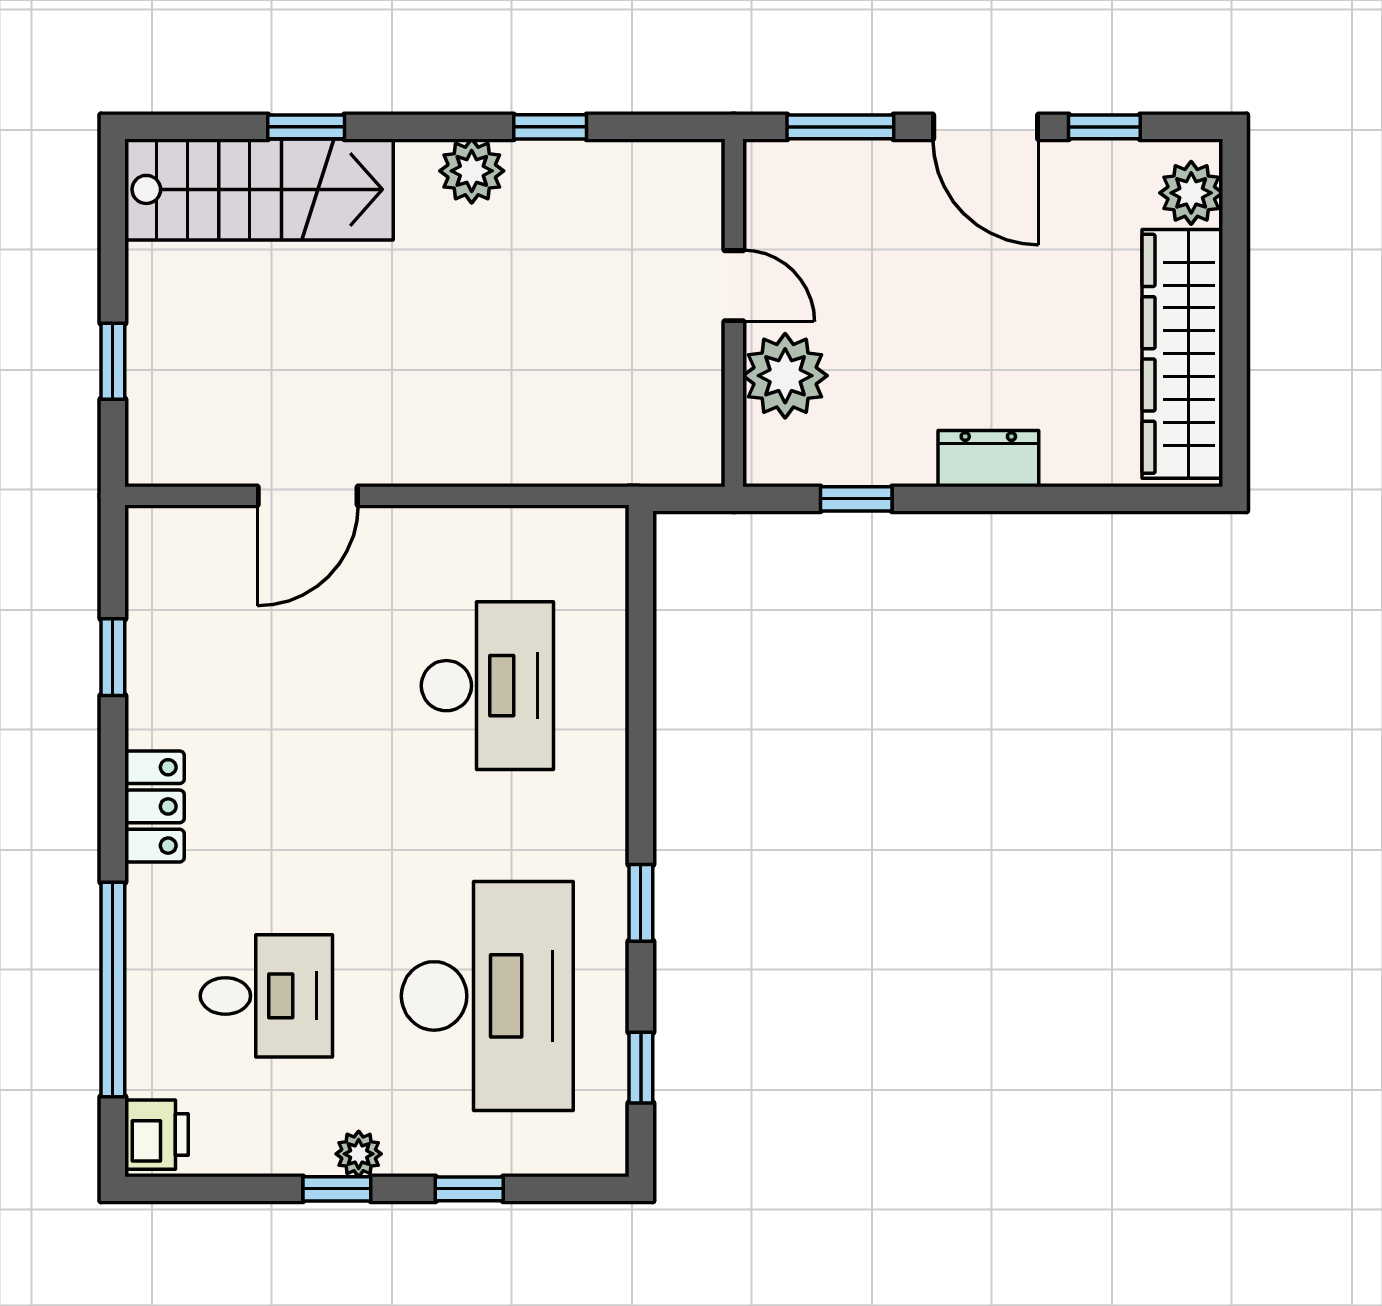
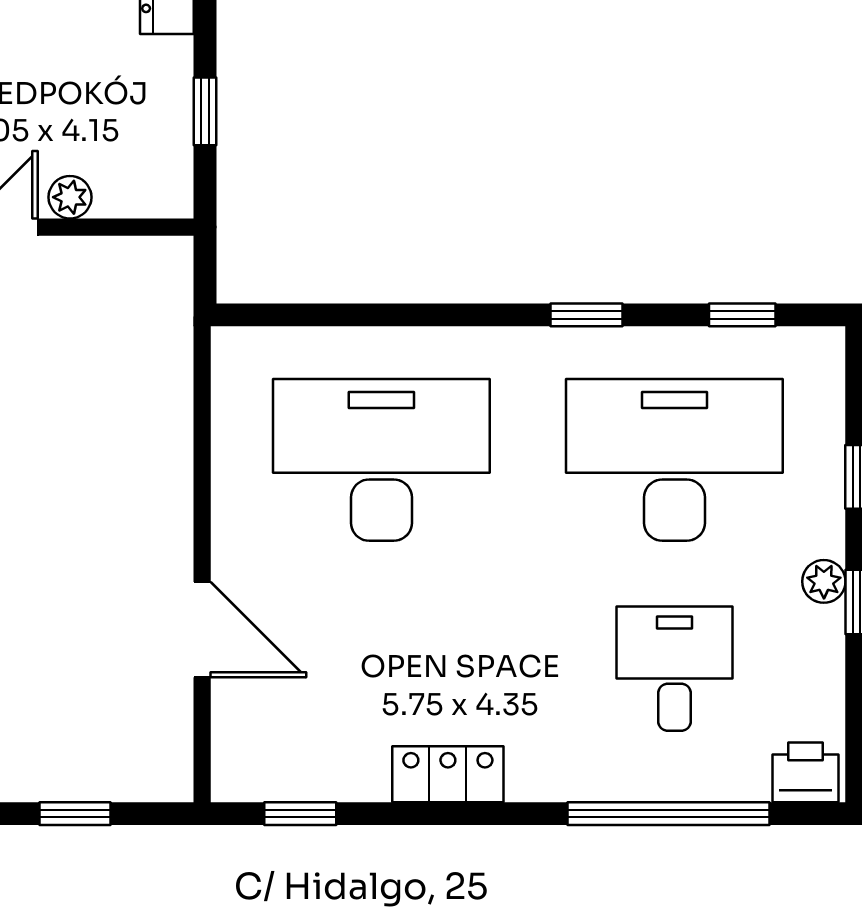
plant: (785, 376) -> (70, 197), width x0.53, depth x0.53
window: (113, 657) -> (300, 814), moved
desk: (487, 686) -> (381, 460), width x1.36, depth x1.30
locker: (155, 806) -> (448, 774), moved

